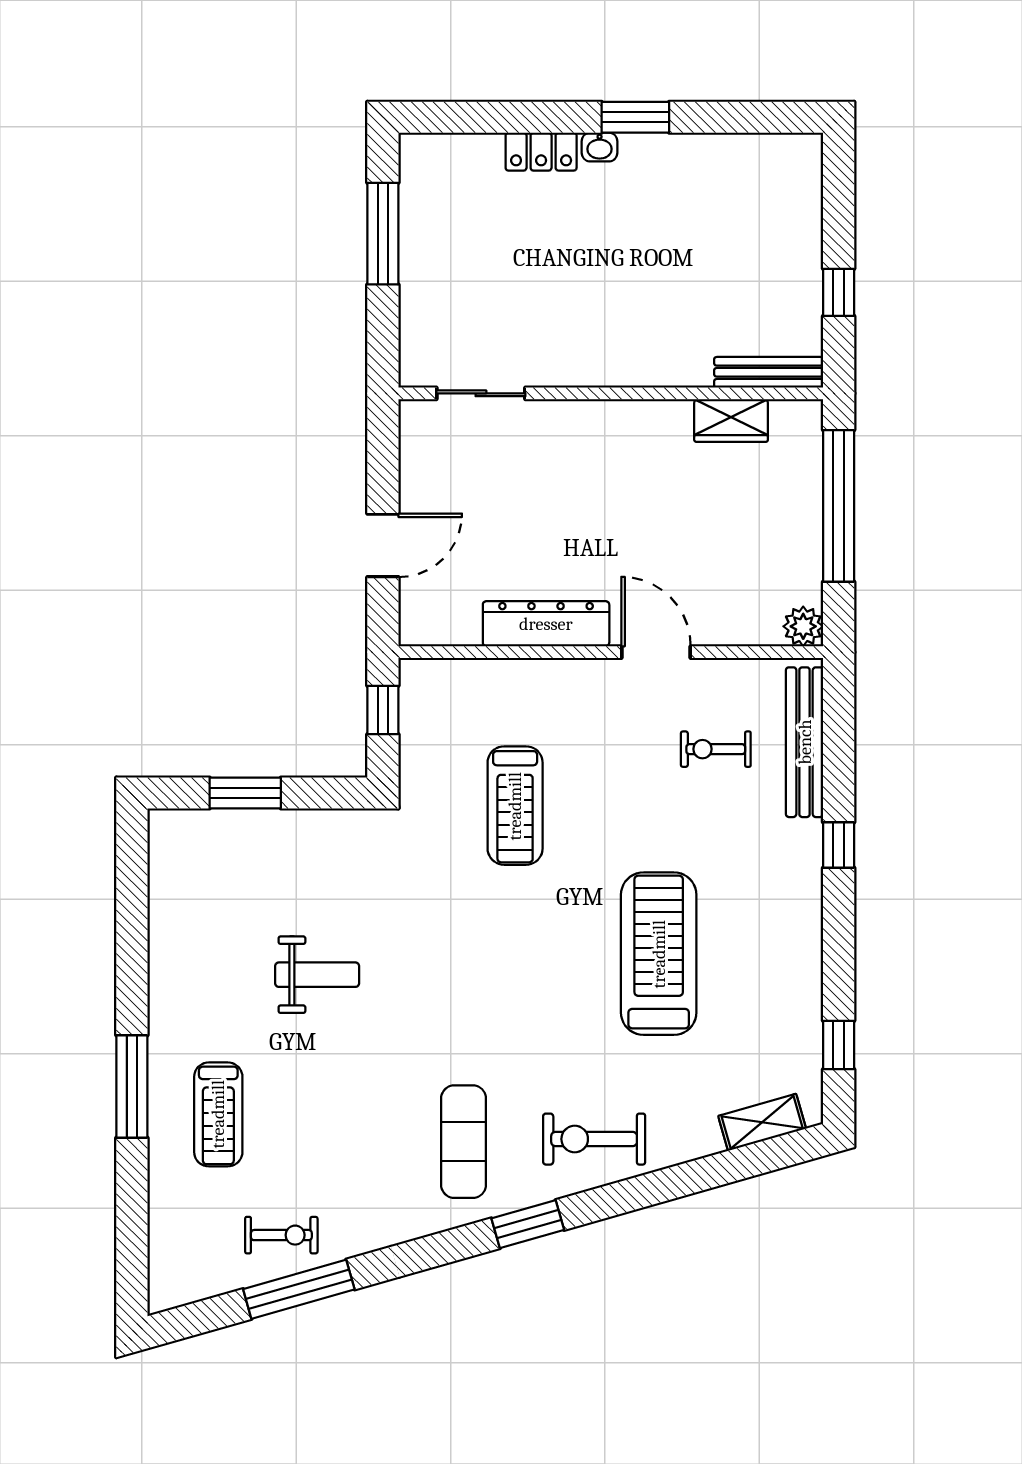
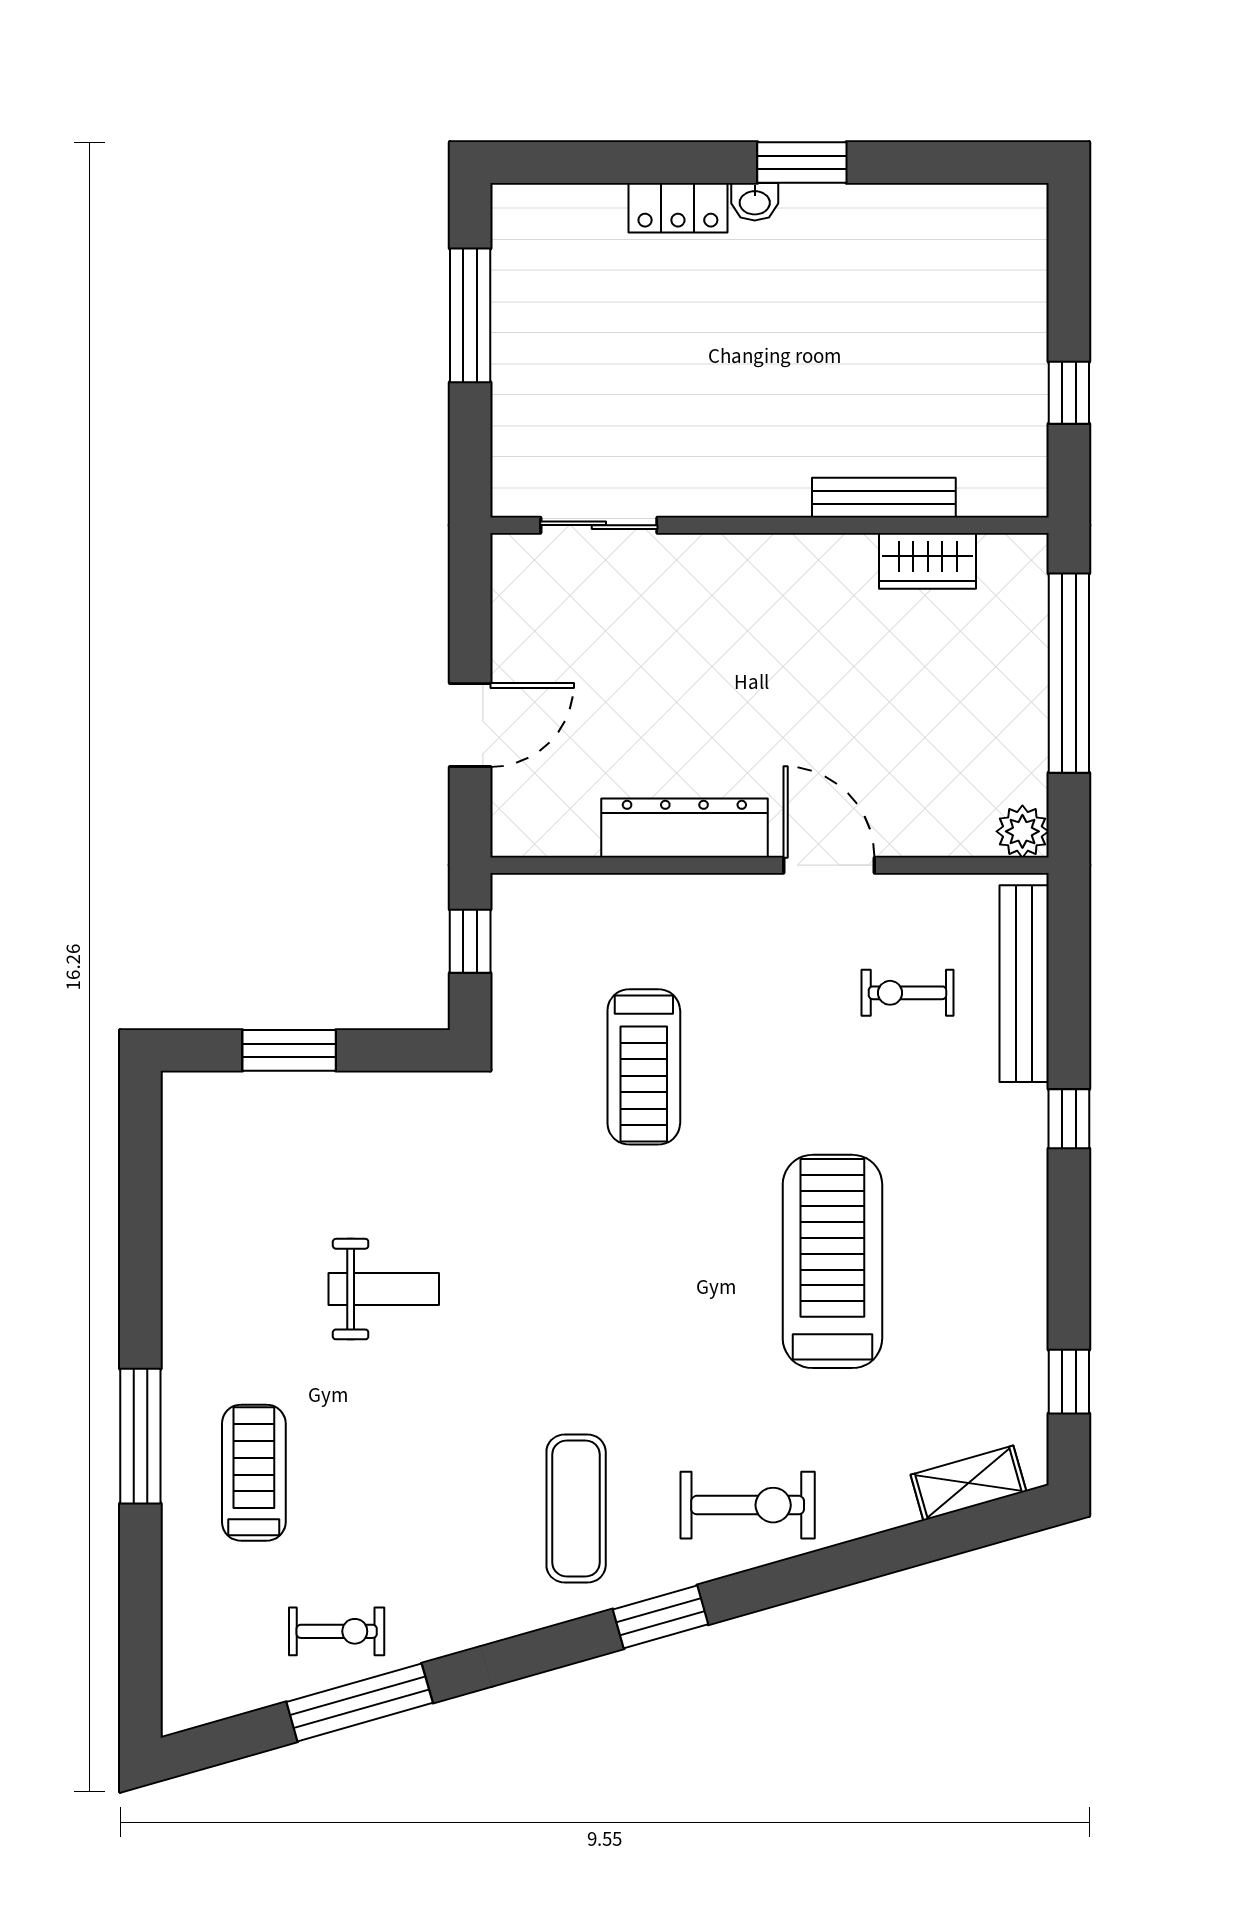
bench: (769, 372) -> (884, 498), moved
treadmill: (218, 1114) -> (254, 1473), turned 180
exercise bike: (594, 1139) -> (748, 1505), turned 180

